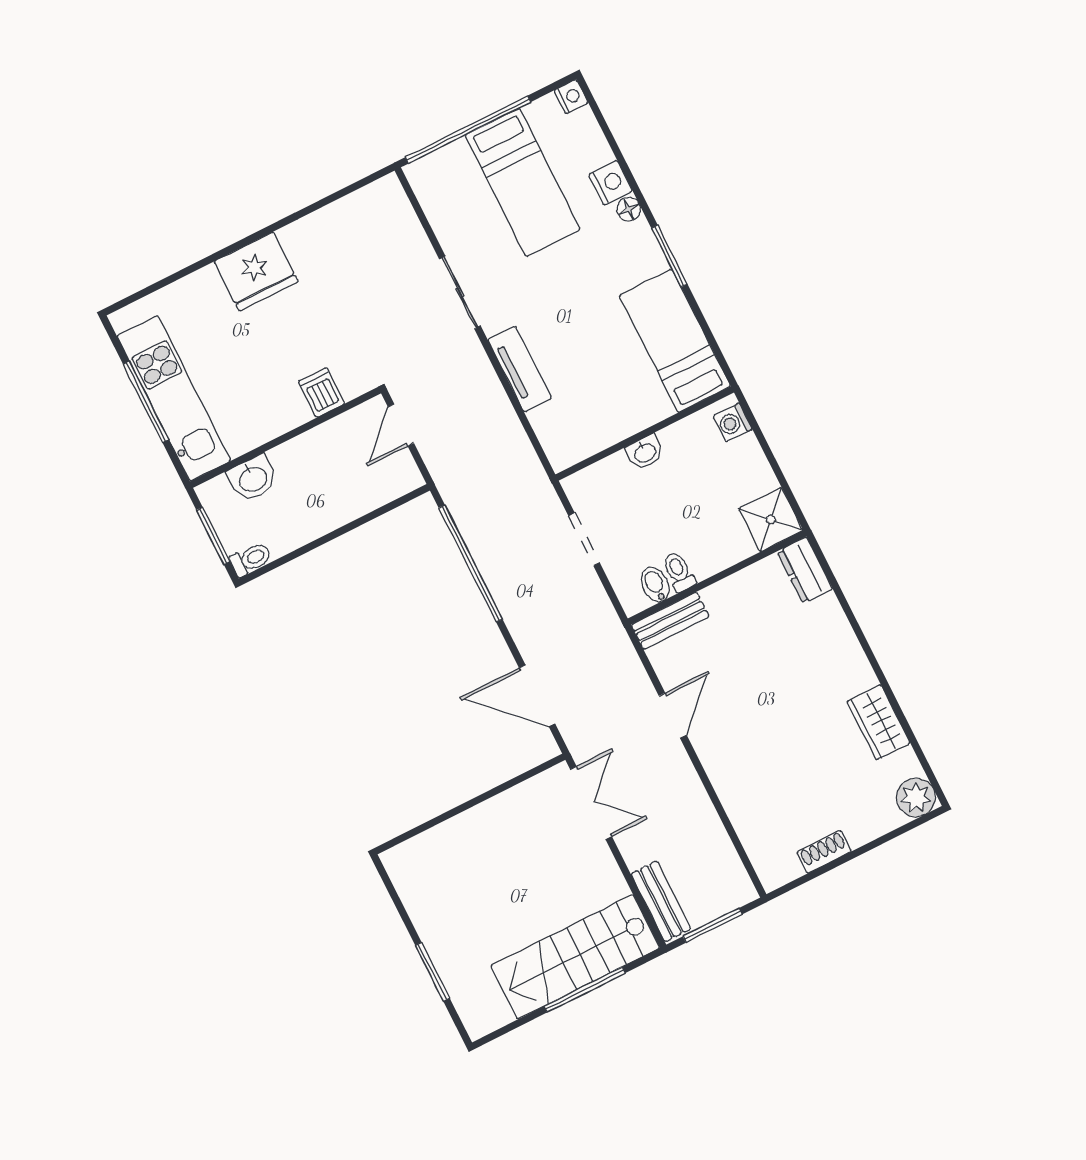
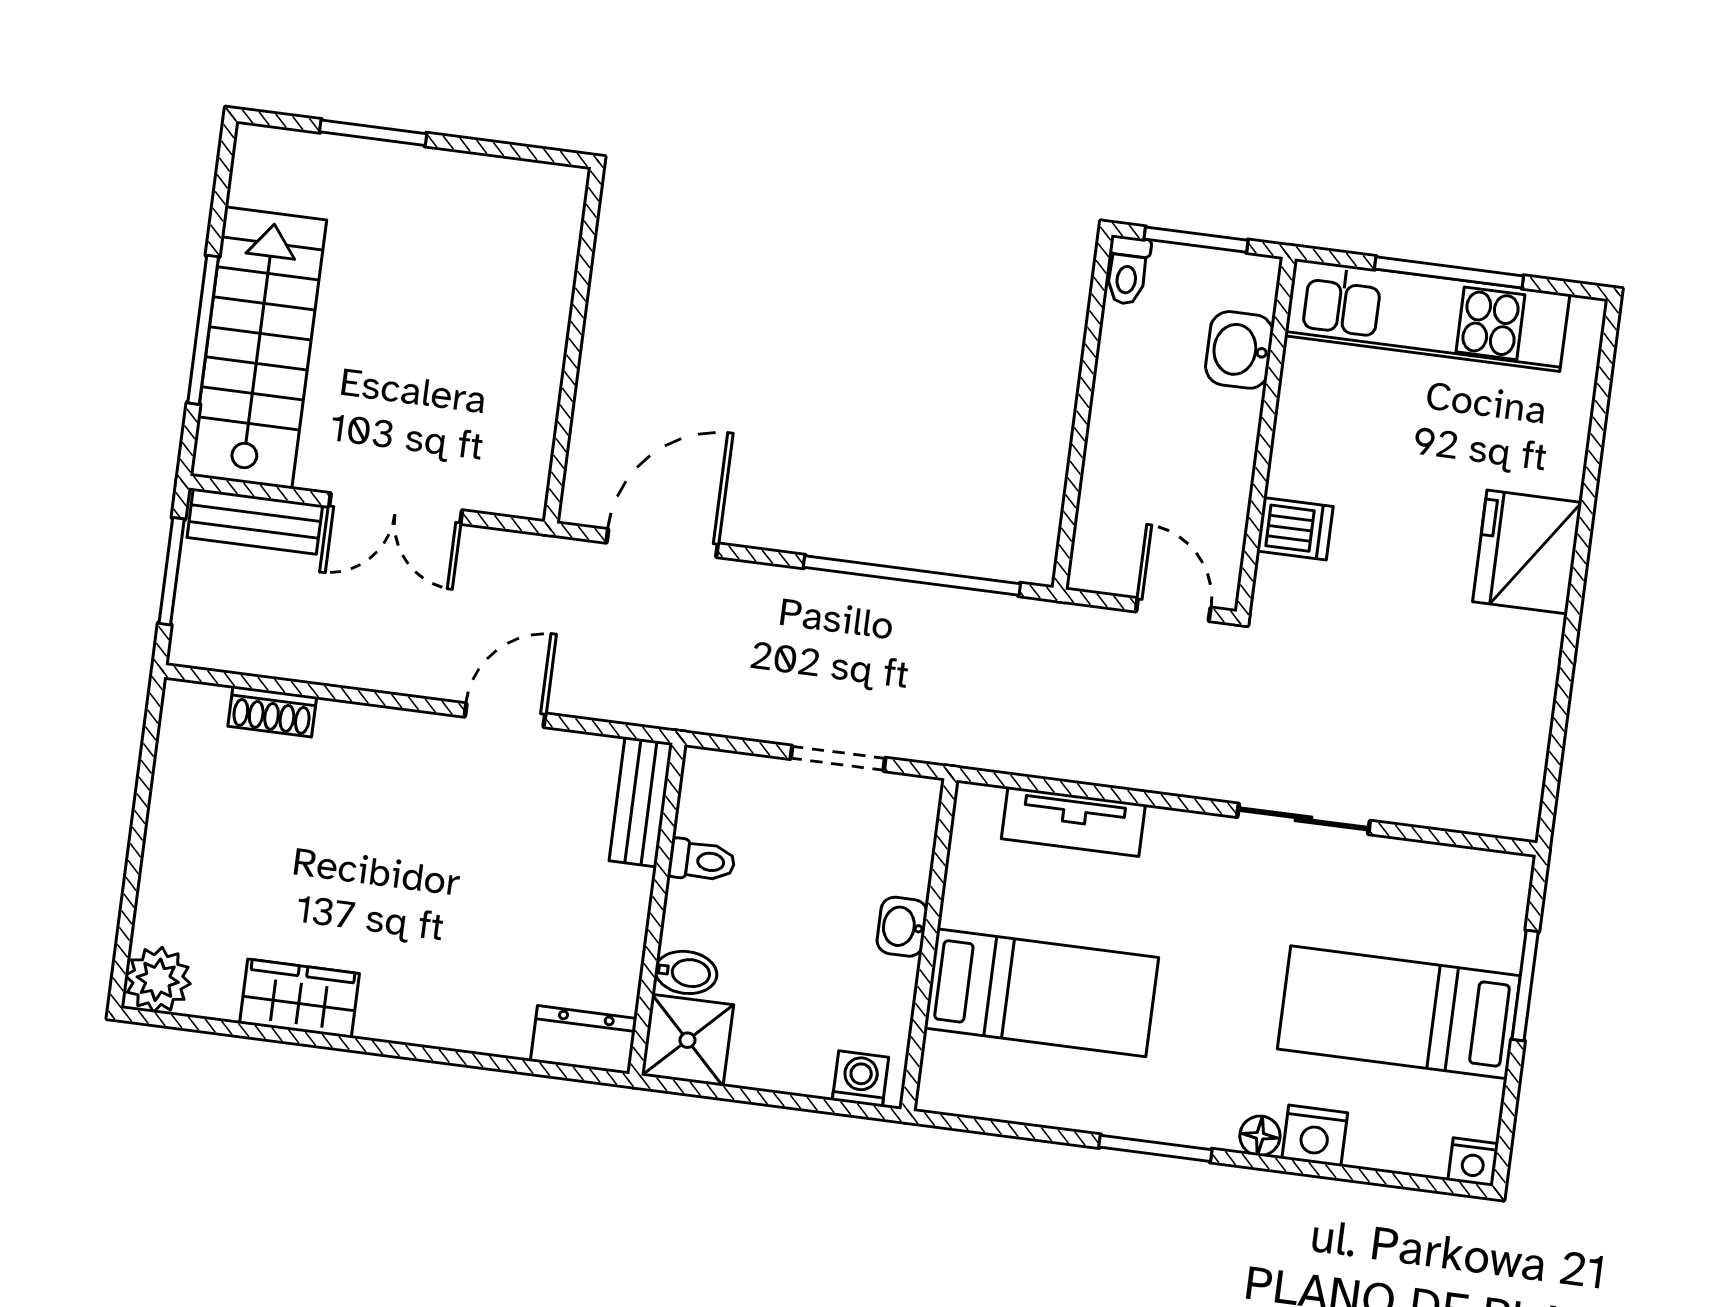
window: (468, 130) -> (1525, 986), width x0.47
bed: (675, 341) -> (1041, 993), moved
tv unit: (520, 369) -> (1073, 822), moved
bidet: (655, 584) -> (686, 972), moved
door: (673, 716) -> (505, 715), swing flipped
double door: (591, 803) -> (395, 508), moved
shoe rack: (824, 852) -> (272, 712), moved, turned 90

